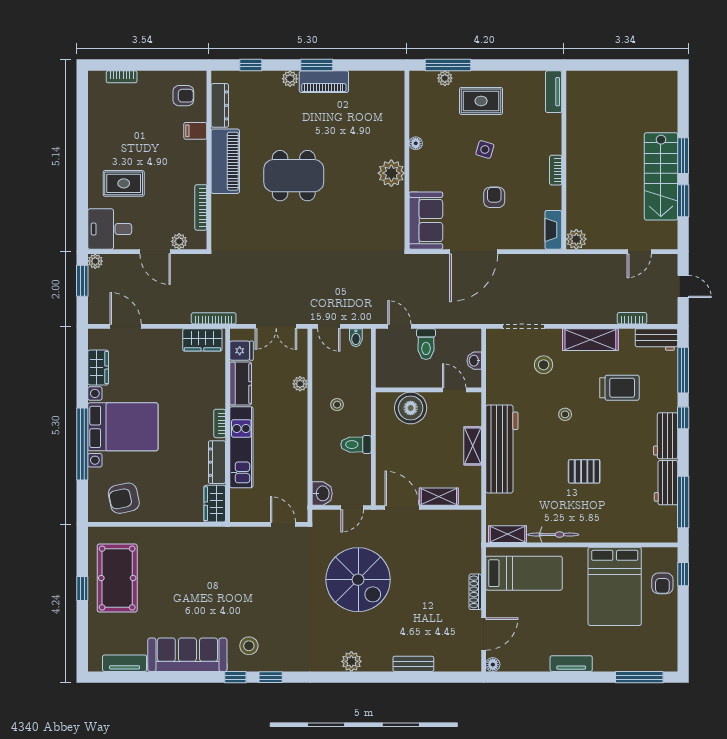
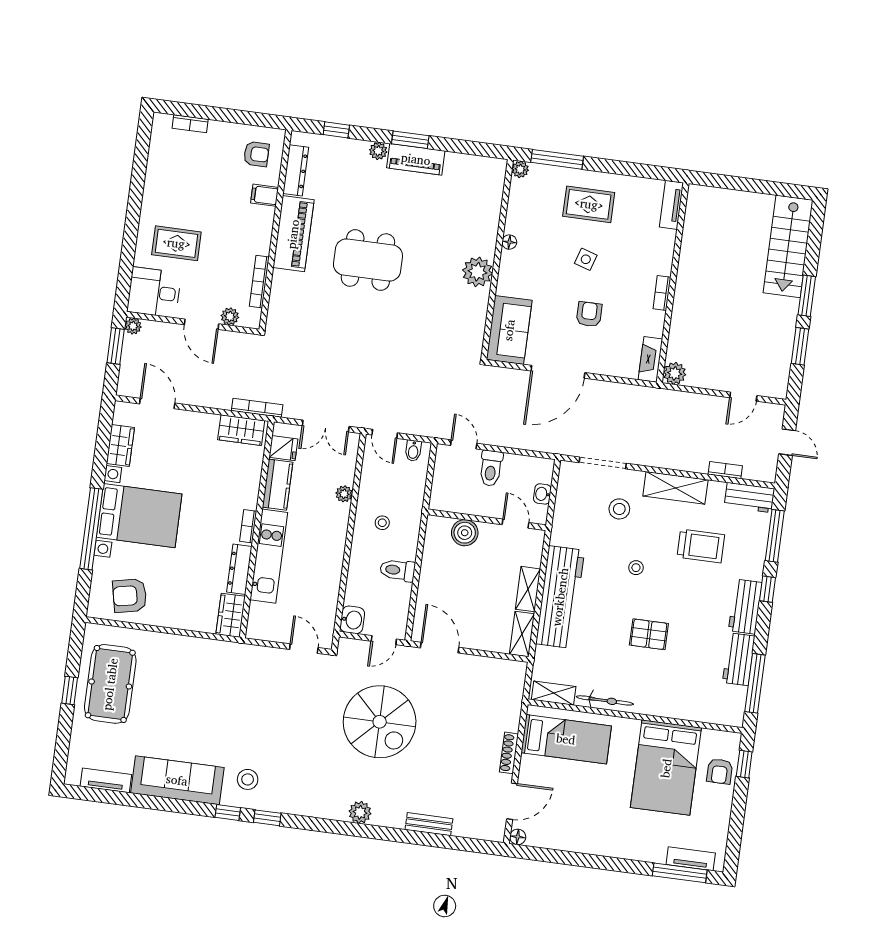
plant: (445, 78) -> (520, 169), moved
stairs: (661, 176) -> (788, 246), moved
boiler: (411, 408) -> (465, 533), width x0.73, depth x0.73
shelving: (439, 497) -> (522, 634), moved, turned 90
tv unit: (571, 664) -> (691, 859), moved

